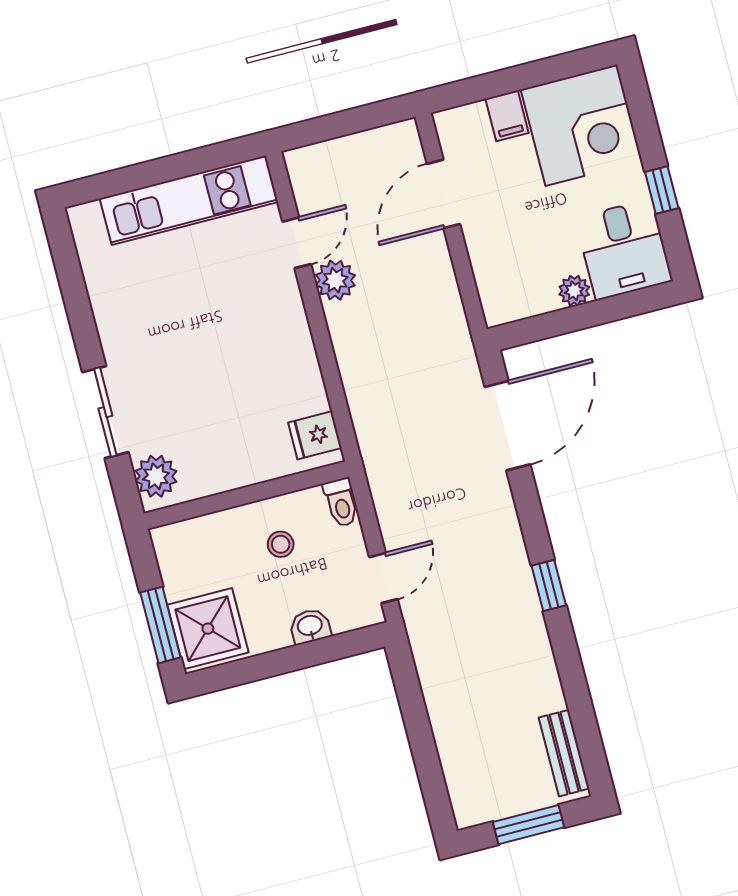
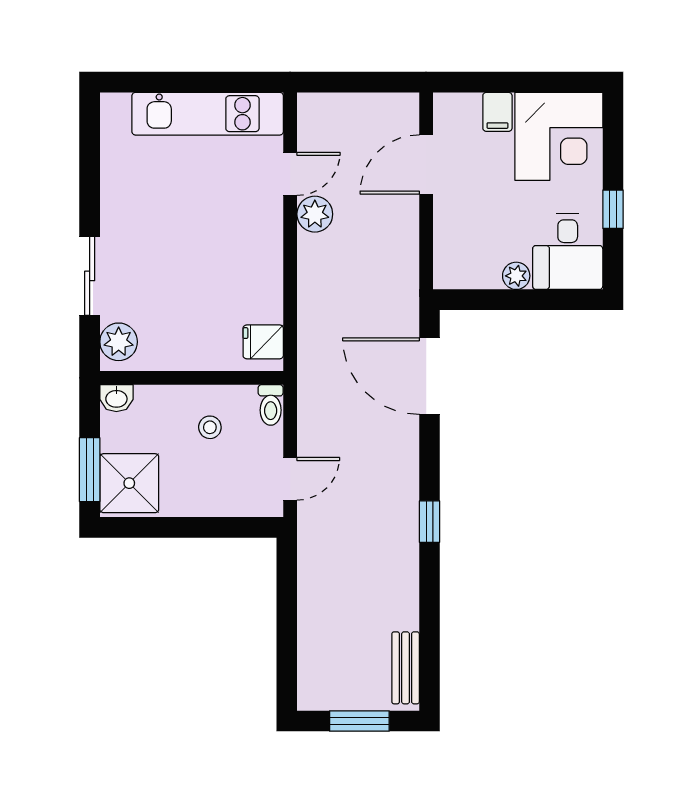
door: (507, 426) -> (429, 376), swing flipped
washbasin: (310, 626) -> (116, 398), moved, turned 180

